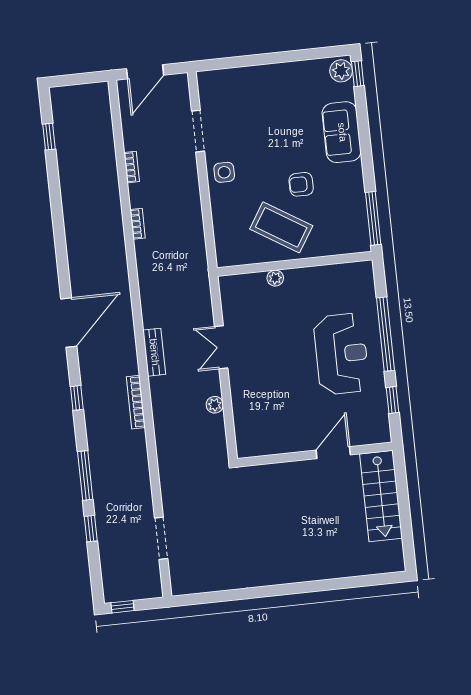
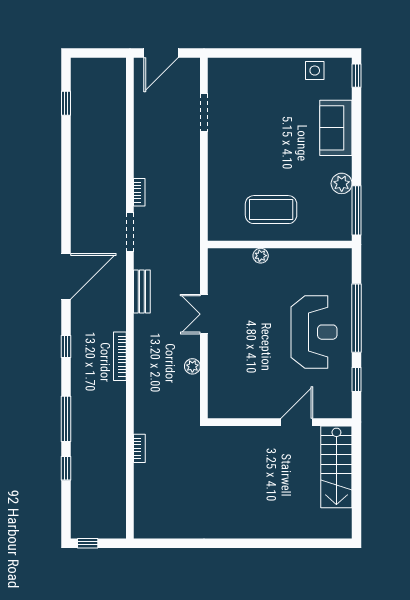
plant: (341, 71) -> (342, 183), moved
bookcase: (132, 167) -> (139, 448), moved
side table: (224, 172) -> (315, 71), moved
armchair: (301, 184) -> (294, 172), removed
coffee table: (281, 227) -> (271, 210), turned -32
bench: (154, 352) -> (142, 291), moved
doorway: (161, 538) -> (130, 232), moved

